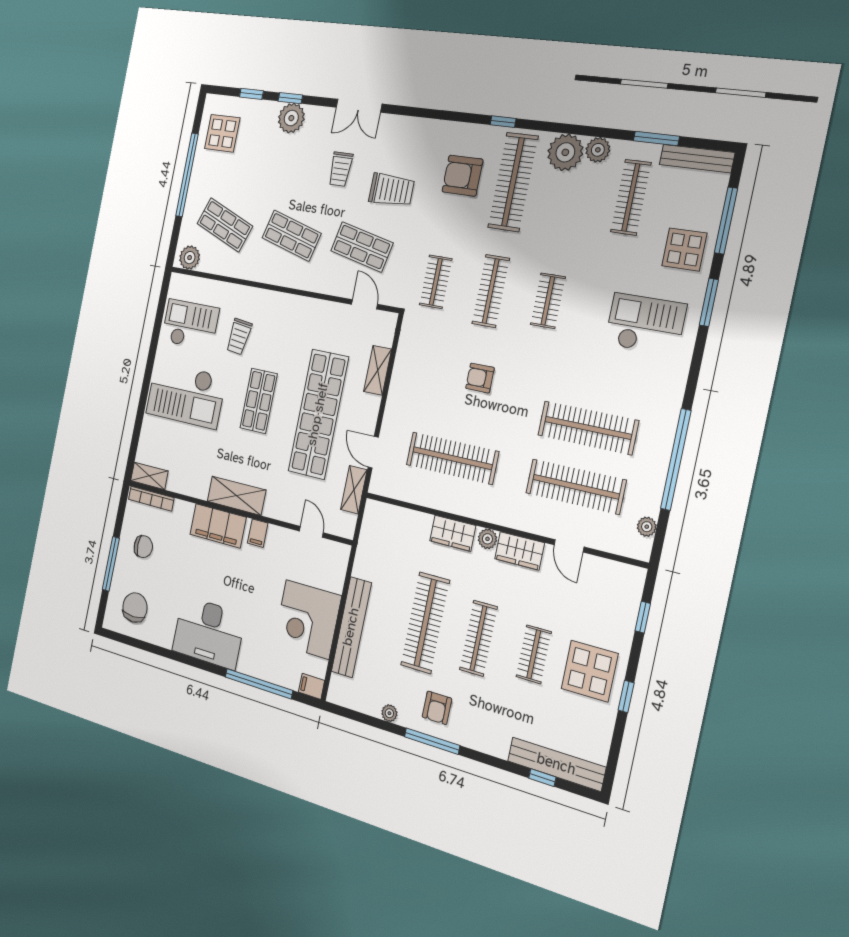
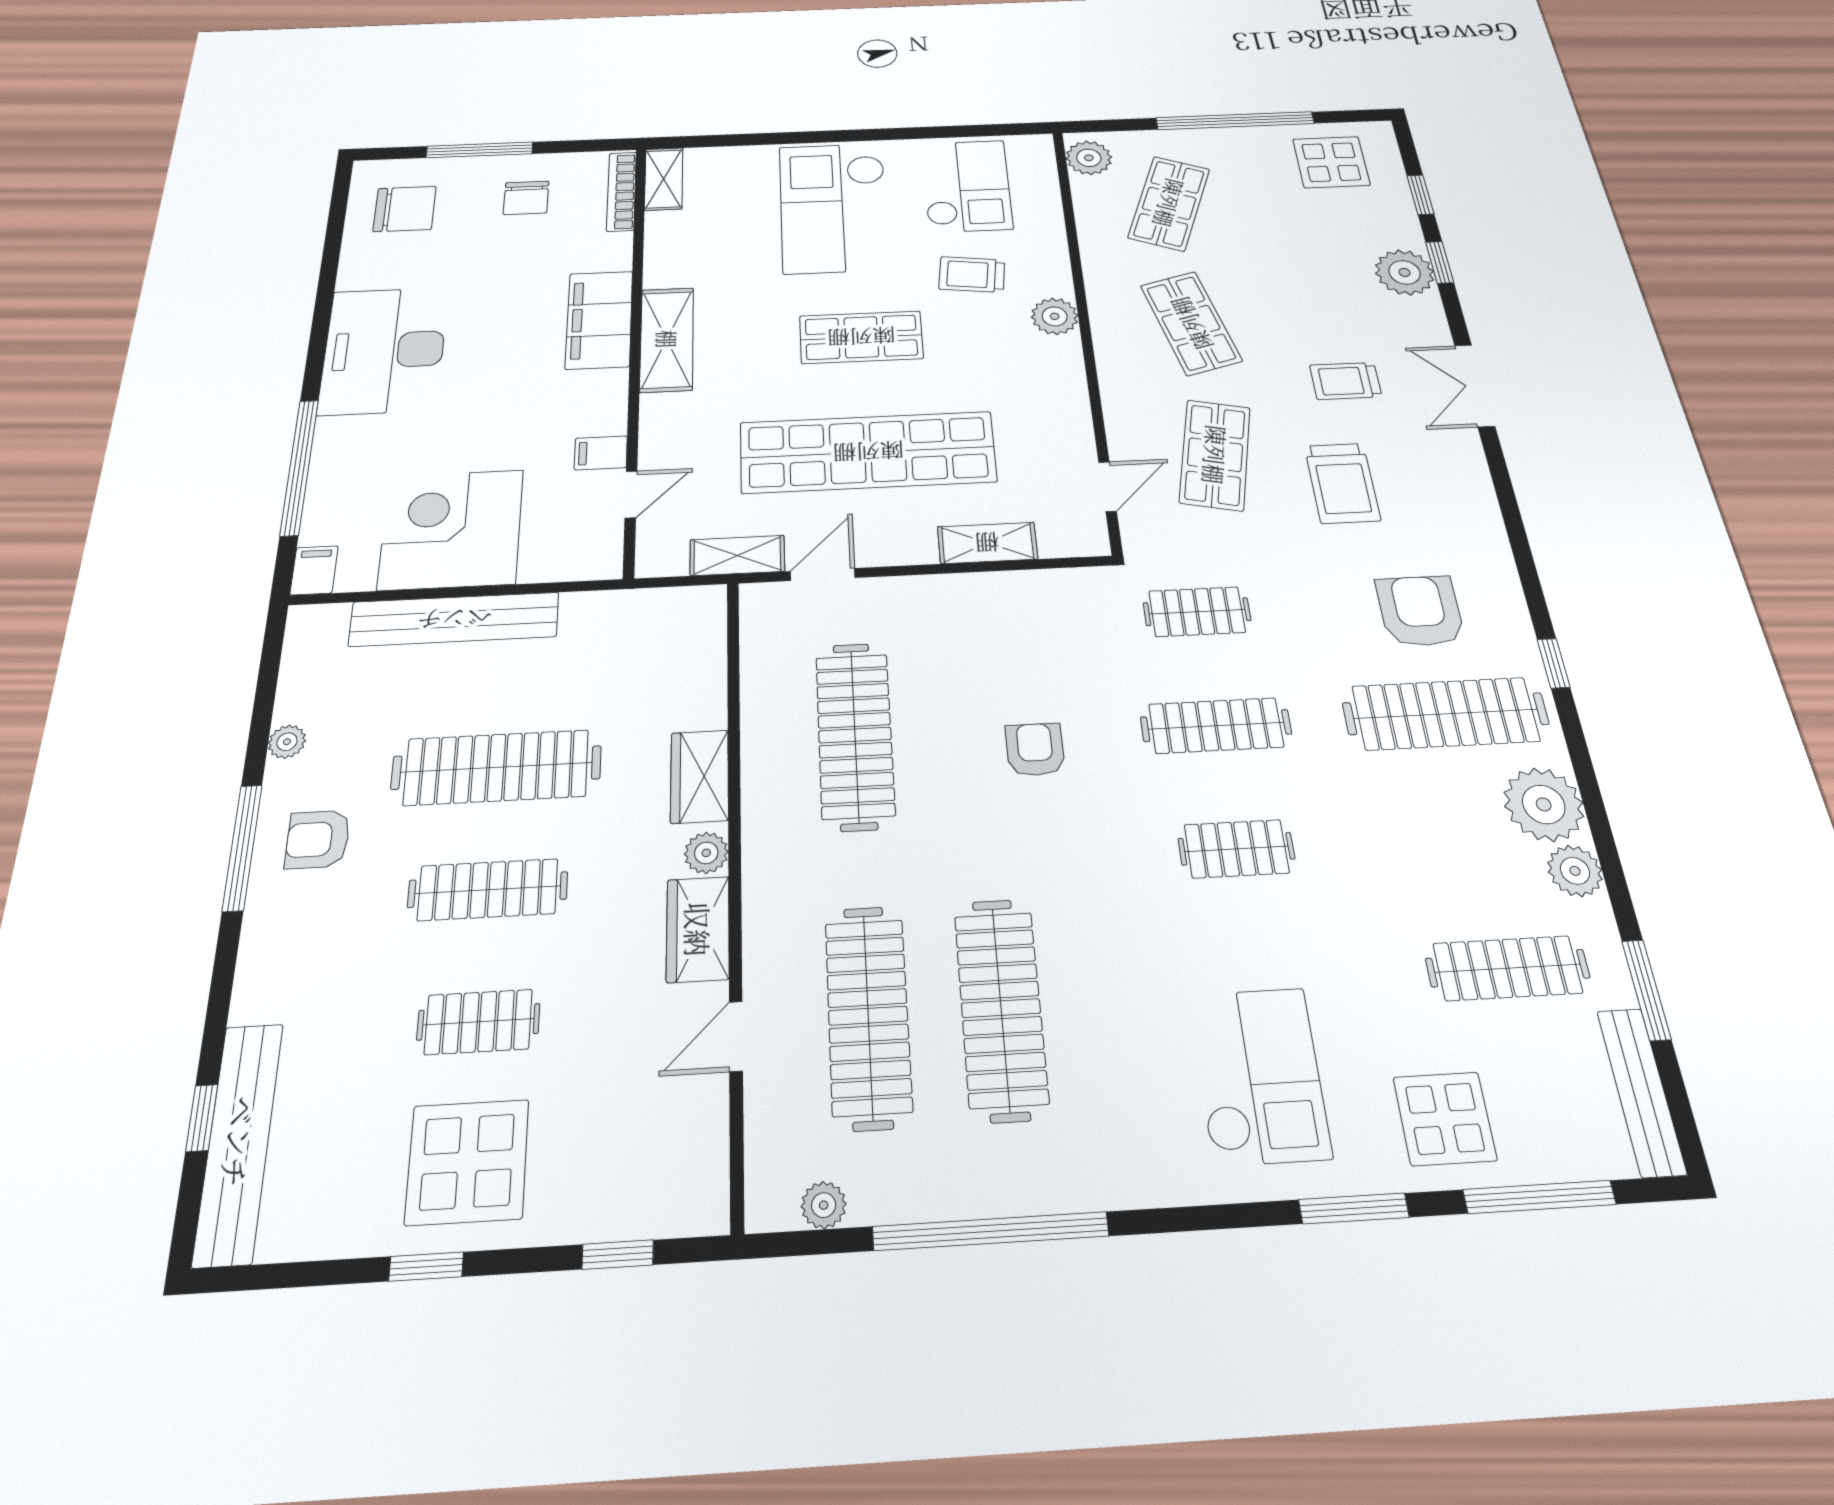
shop shelf: (291, 236) -> (1191, 323), turned -30
plant: (271, 302) -> (1055, 316), added
filing cabinet: (258, 533) -> (601, 453), moved

